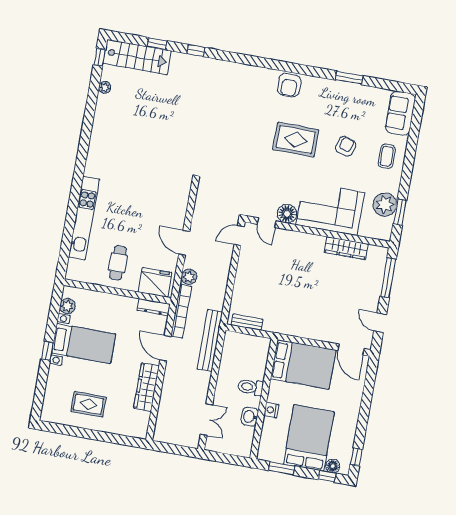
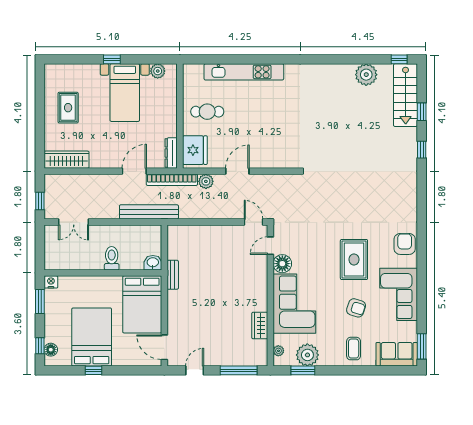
window: (349, 78) -> (422, 346), moved
armchair: (289, 85) -> (405, 244), turned 90
plant: (105, 87) -> (366, 75), width x1.88, depth x1.88
corner sofa: (339, 100) -> (399, 294), added
coffee table: (387, 156) -> (354, 349), turned 90
plant: (375, 233) -> (278, 351), added
wardrobe: (346, 248) -> (260, 326), width x0.67
bench: (247, 322) -> (173, 275), moved
door: (351, 349) -> (164, 347), hinge flipped
wardrobe: (146, 387) -> (67, 160), moved
nightstand: (271, 410) -> (51, 282), moved
washbasin: (250, 417) -> (153, 263), moved
bed: (309, 438) -> (92, 337), moved, turned -90
window: (179, 450) -> (40, 201), added
window: (356, 457) -> (93, 370), moved

